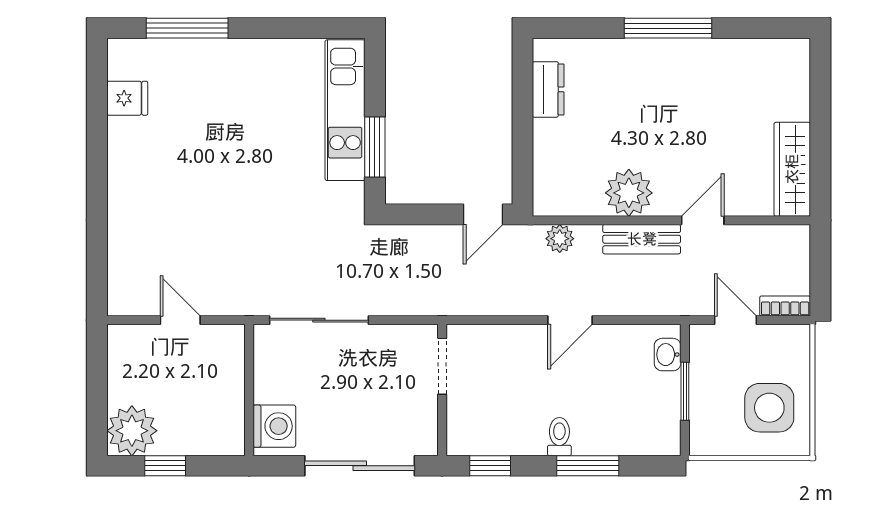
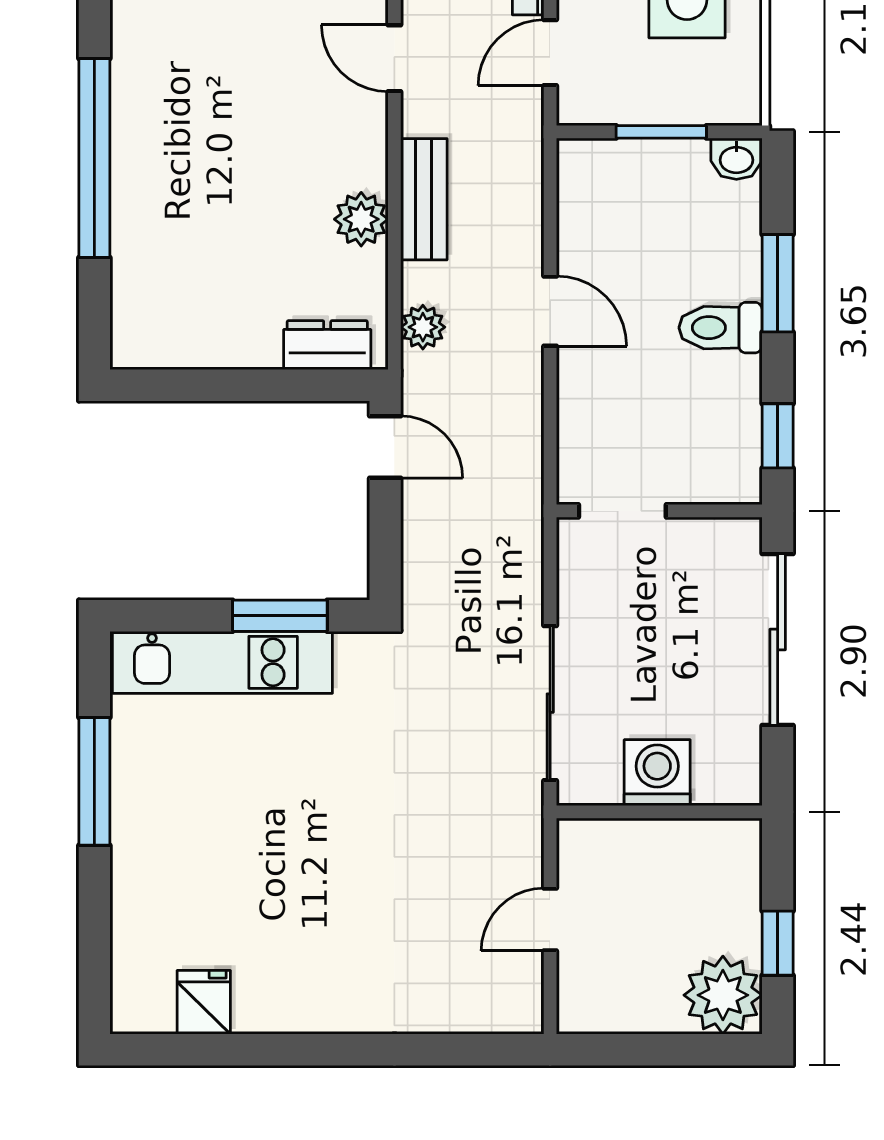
window: (187, 28) -> (94, 781), moved
window: (668, 28) -> (94, 158), width x1.46
dresser: (548, 89) -> (327, 345), moved
plant: (629, 193) -> (361, 219), width x0.73, depth x0.73
door: (703, 220) -> (394, 58), moved
washbasin: (668, 355) -> (736, 159), moved
washing machine: (274, 426) -> (657, 773), moved
toilet: (559, 437) -> (721, 328), width x1.37, depth x1.39

